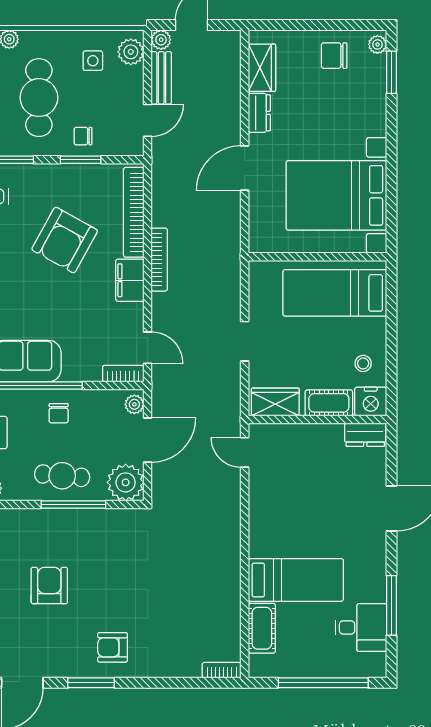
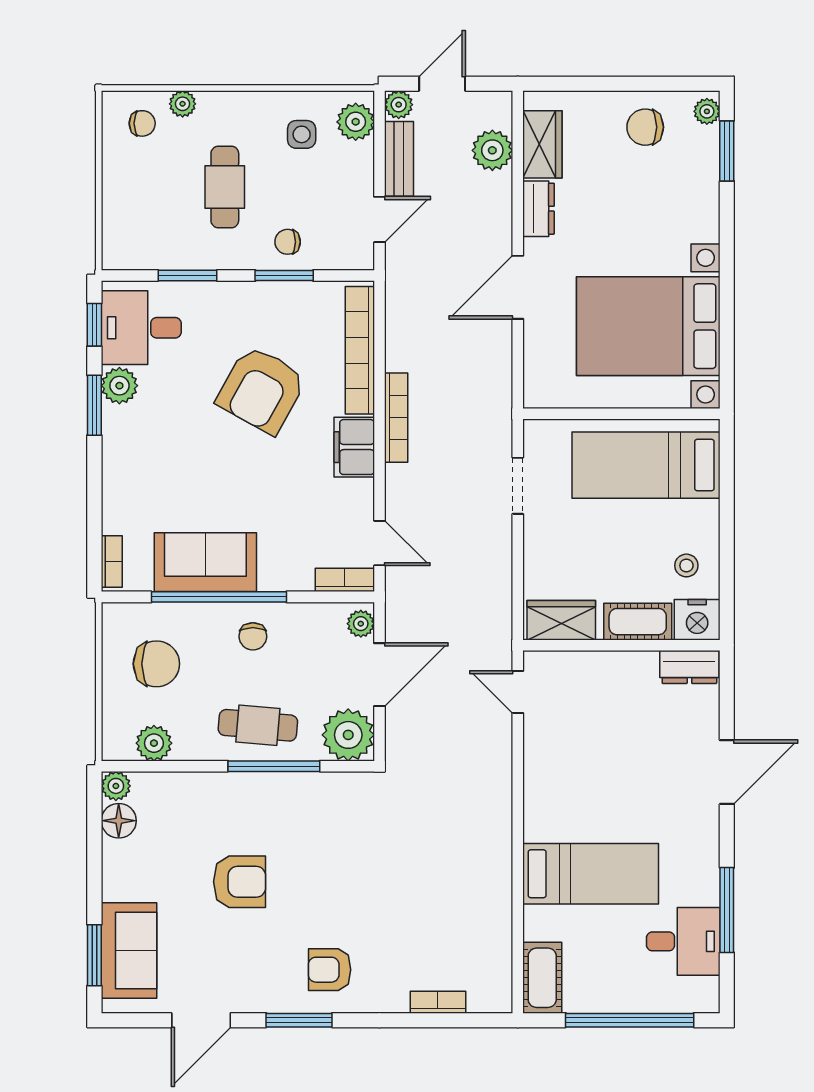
plant: (227, 72) -> (492, 150), added
cafe table: (39, 98) -> (225, 187), width x0.73, depth x0.74
doorway: (245, 341) -> (518, 486), moved
armchair: (49, 586) -> (240, 882), turned 90
cot: (262, 628) -> (542, 978), moved
bookcase: (222, 670) -> (438, 1002), moved

